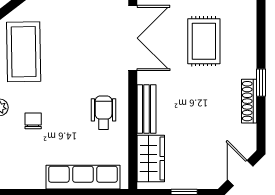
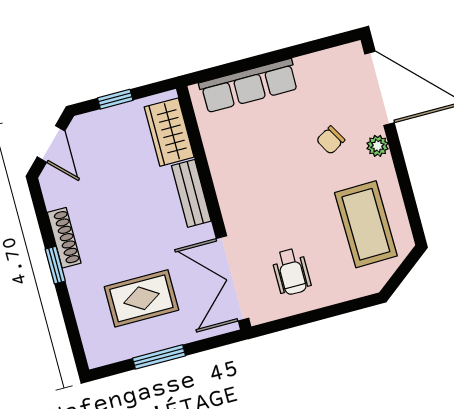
rug: (204, 41) -> (141, 298), turned 90
wheelchair: (104, 113) -> (291, 272), moved
chair: (33, 121) -> (331, 140), turned 60

